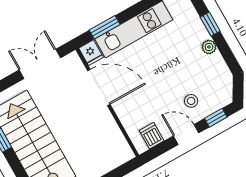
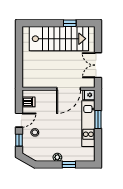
window: (105, 27) -> (98, 120), moved
double door: (40, 64) -> (98, 65), swing flipped

